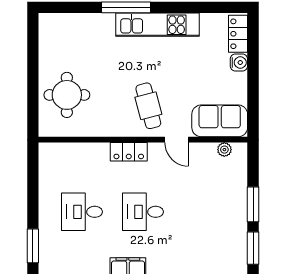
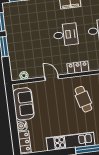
cafe table: (148, 106) -> (83, 99), moved
sofa: (220, 121) -> (23, 104), moved, turned -90

